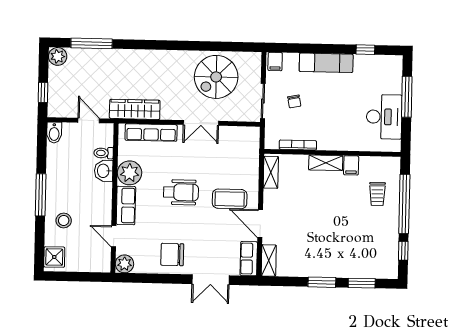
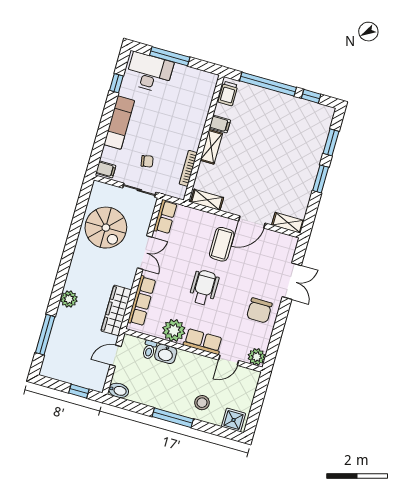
plant: (58, 56) -> (69, 299), moved
desk: (384, 117) -> (149, 73), moved
trolley: (377, 194) -> (228, 94), moved, turned 90
row of seats: (249, 259) -> (165, 217), moved, turned -90

